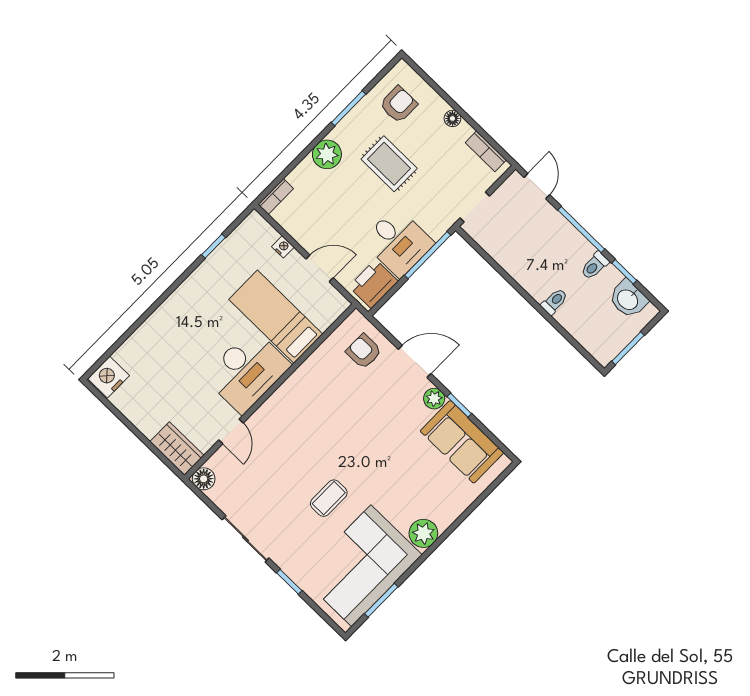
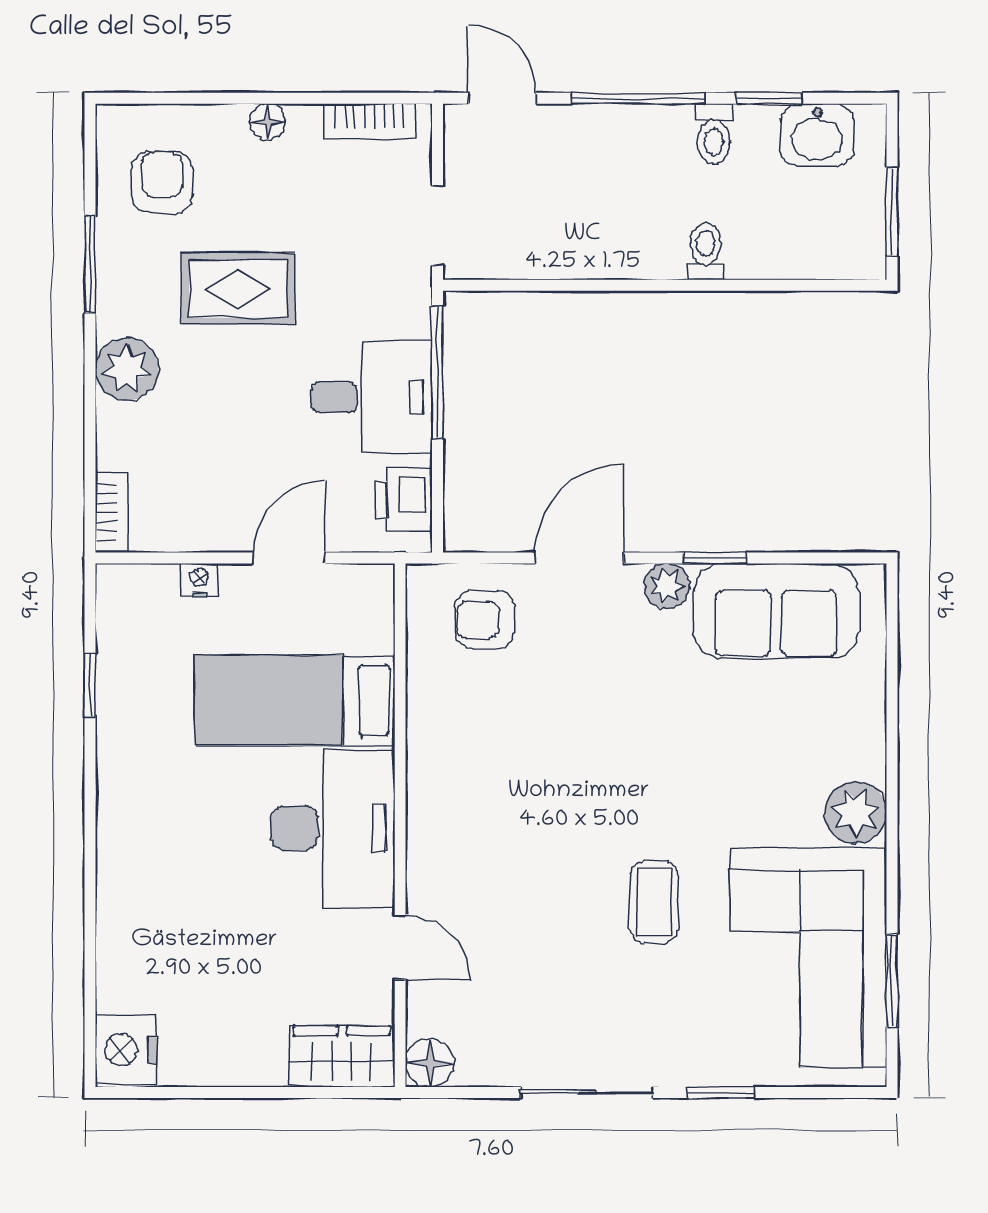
printer: (374, 284) -> (404, 500), width x0.73, depth x0.81

